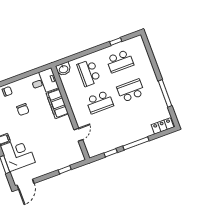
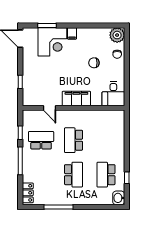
washbasin: (63, 69) -> (119, 198), moved
school desk: (89, 73) -> (41, 140), moved
filing cabinet: (57, 104) -> (76, 98), moved

